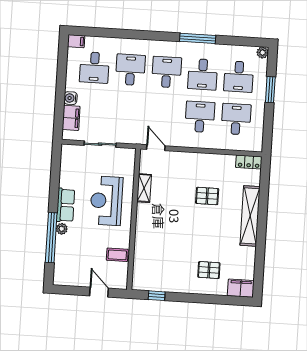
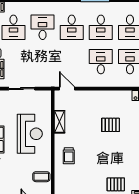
desk: (167, 72) -> (72, 27), turned 180
reception desk: (106, 201) -> (30, 134), turned 180
trolley: (153, 231) -> (69, 156), added

